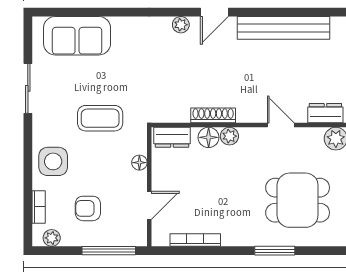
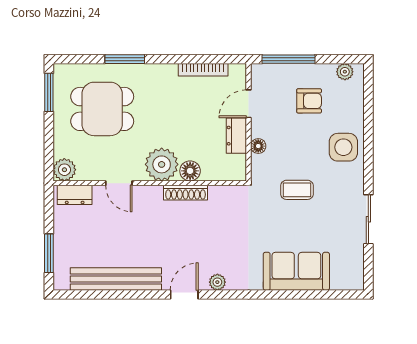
sofa: (77, 36) -> (296, 271), moved
coffee table: (100, 118) -> (297, 190), width x0.73, depth x0.77
plant: (229, 136) -> (162, 164), width x1.87, depth x1.87
dresser: (172, 137) -> (236, 136), moved, turned -90
bookcase: (39, 207) -> (358, 102), removed

